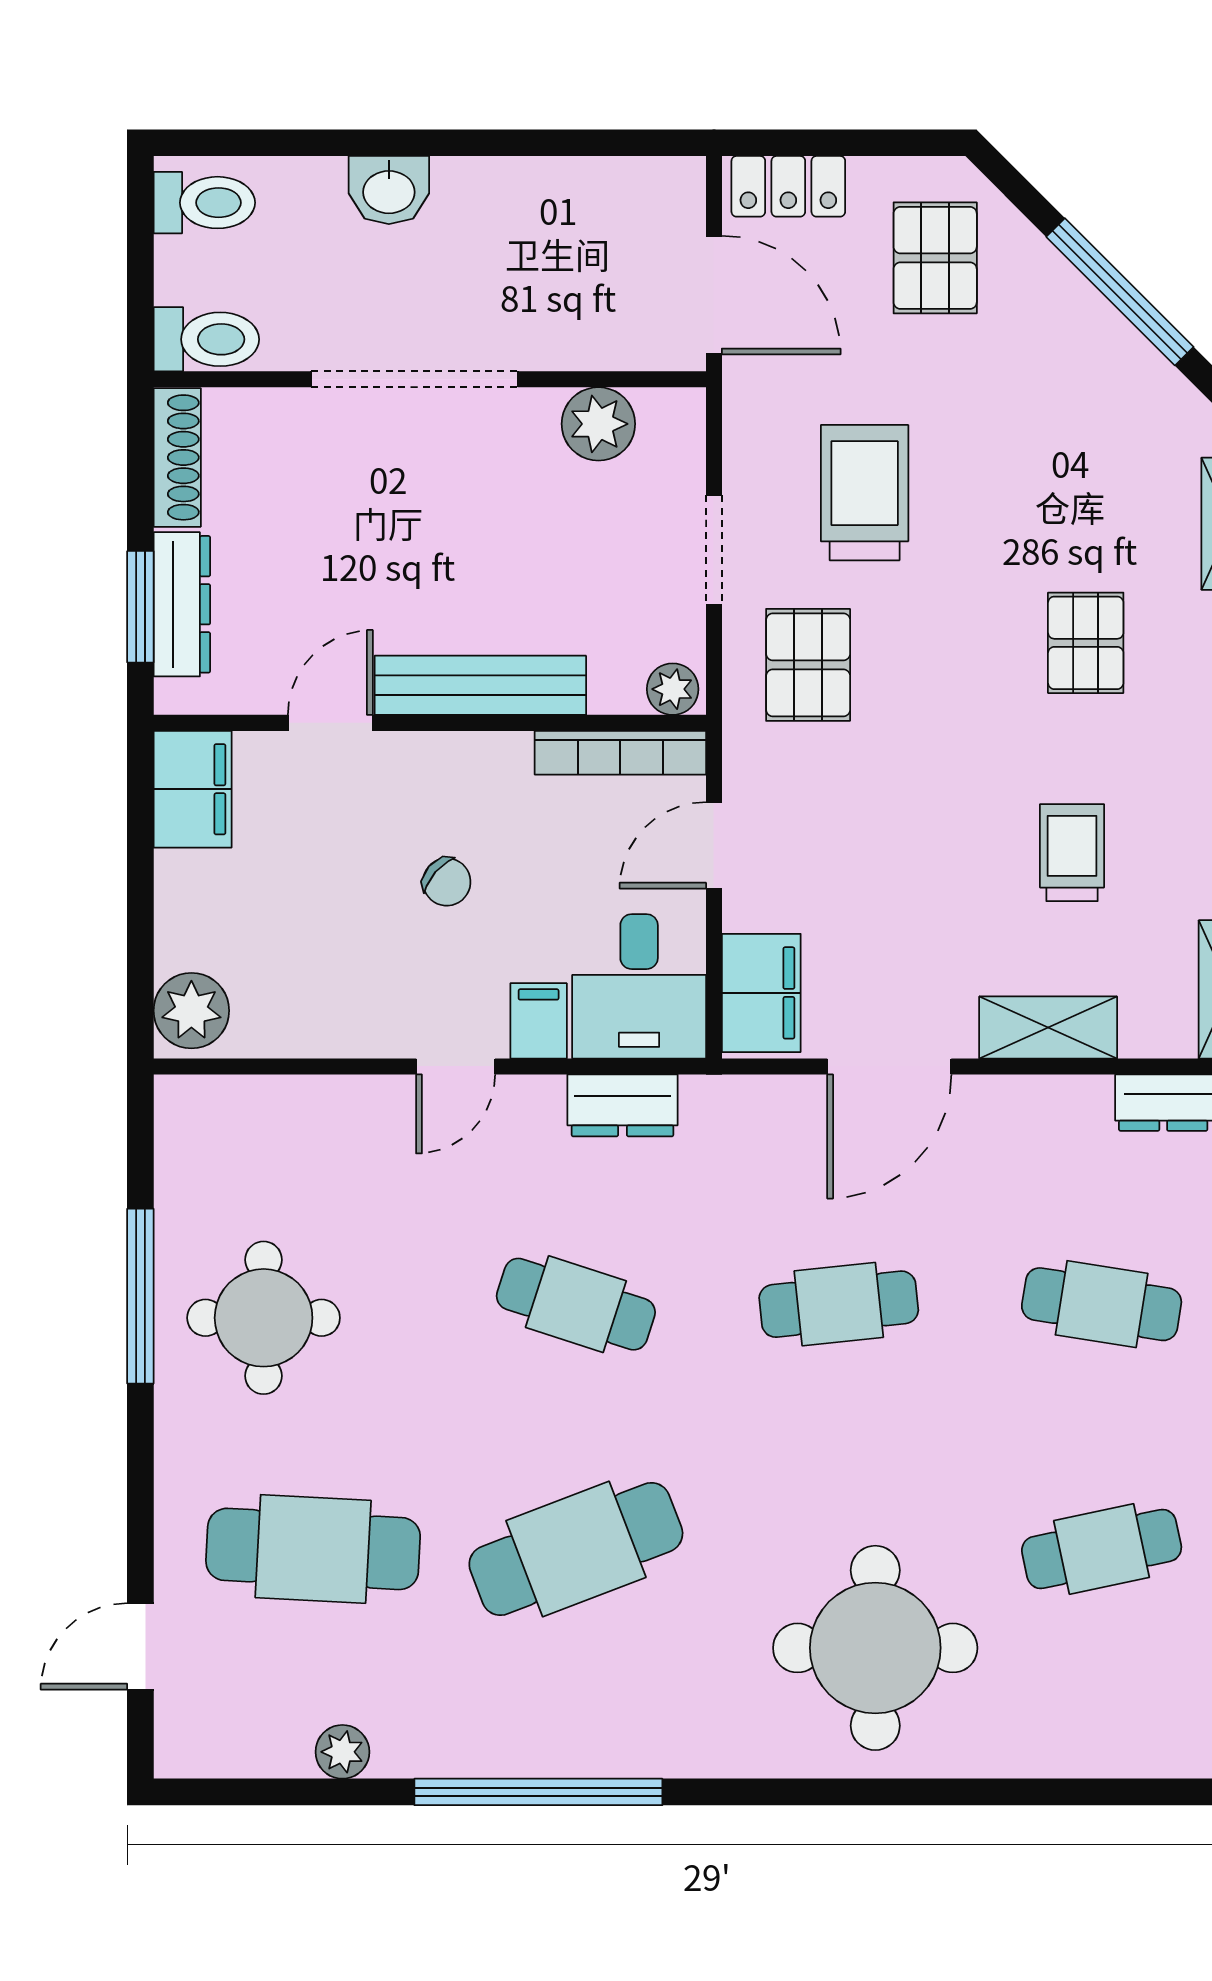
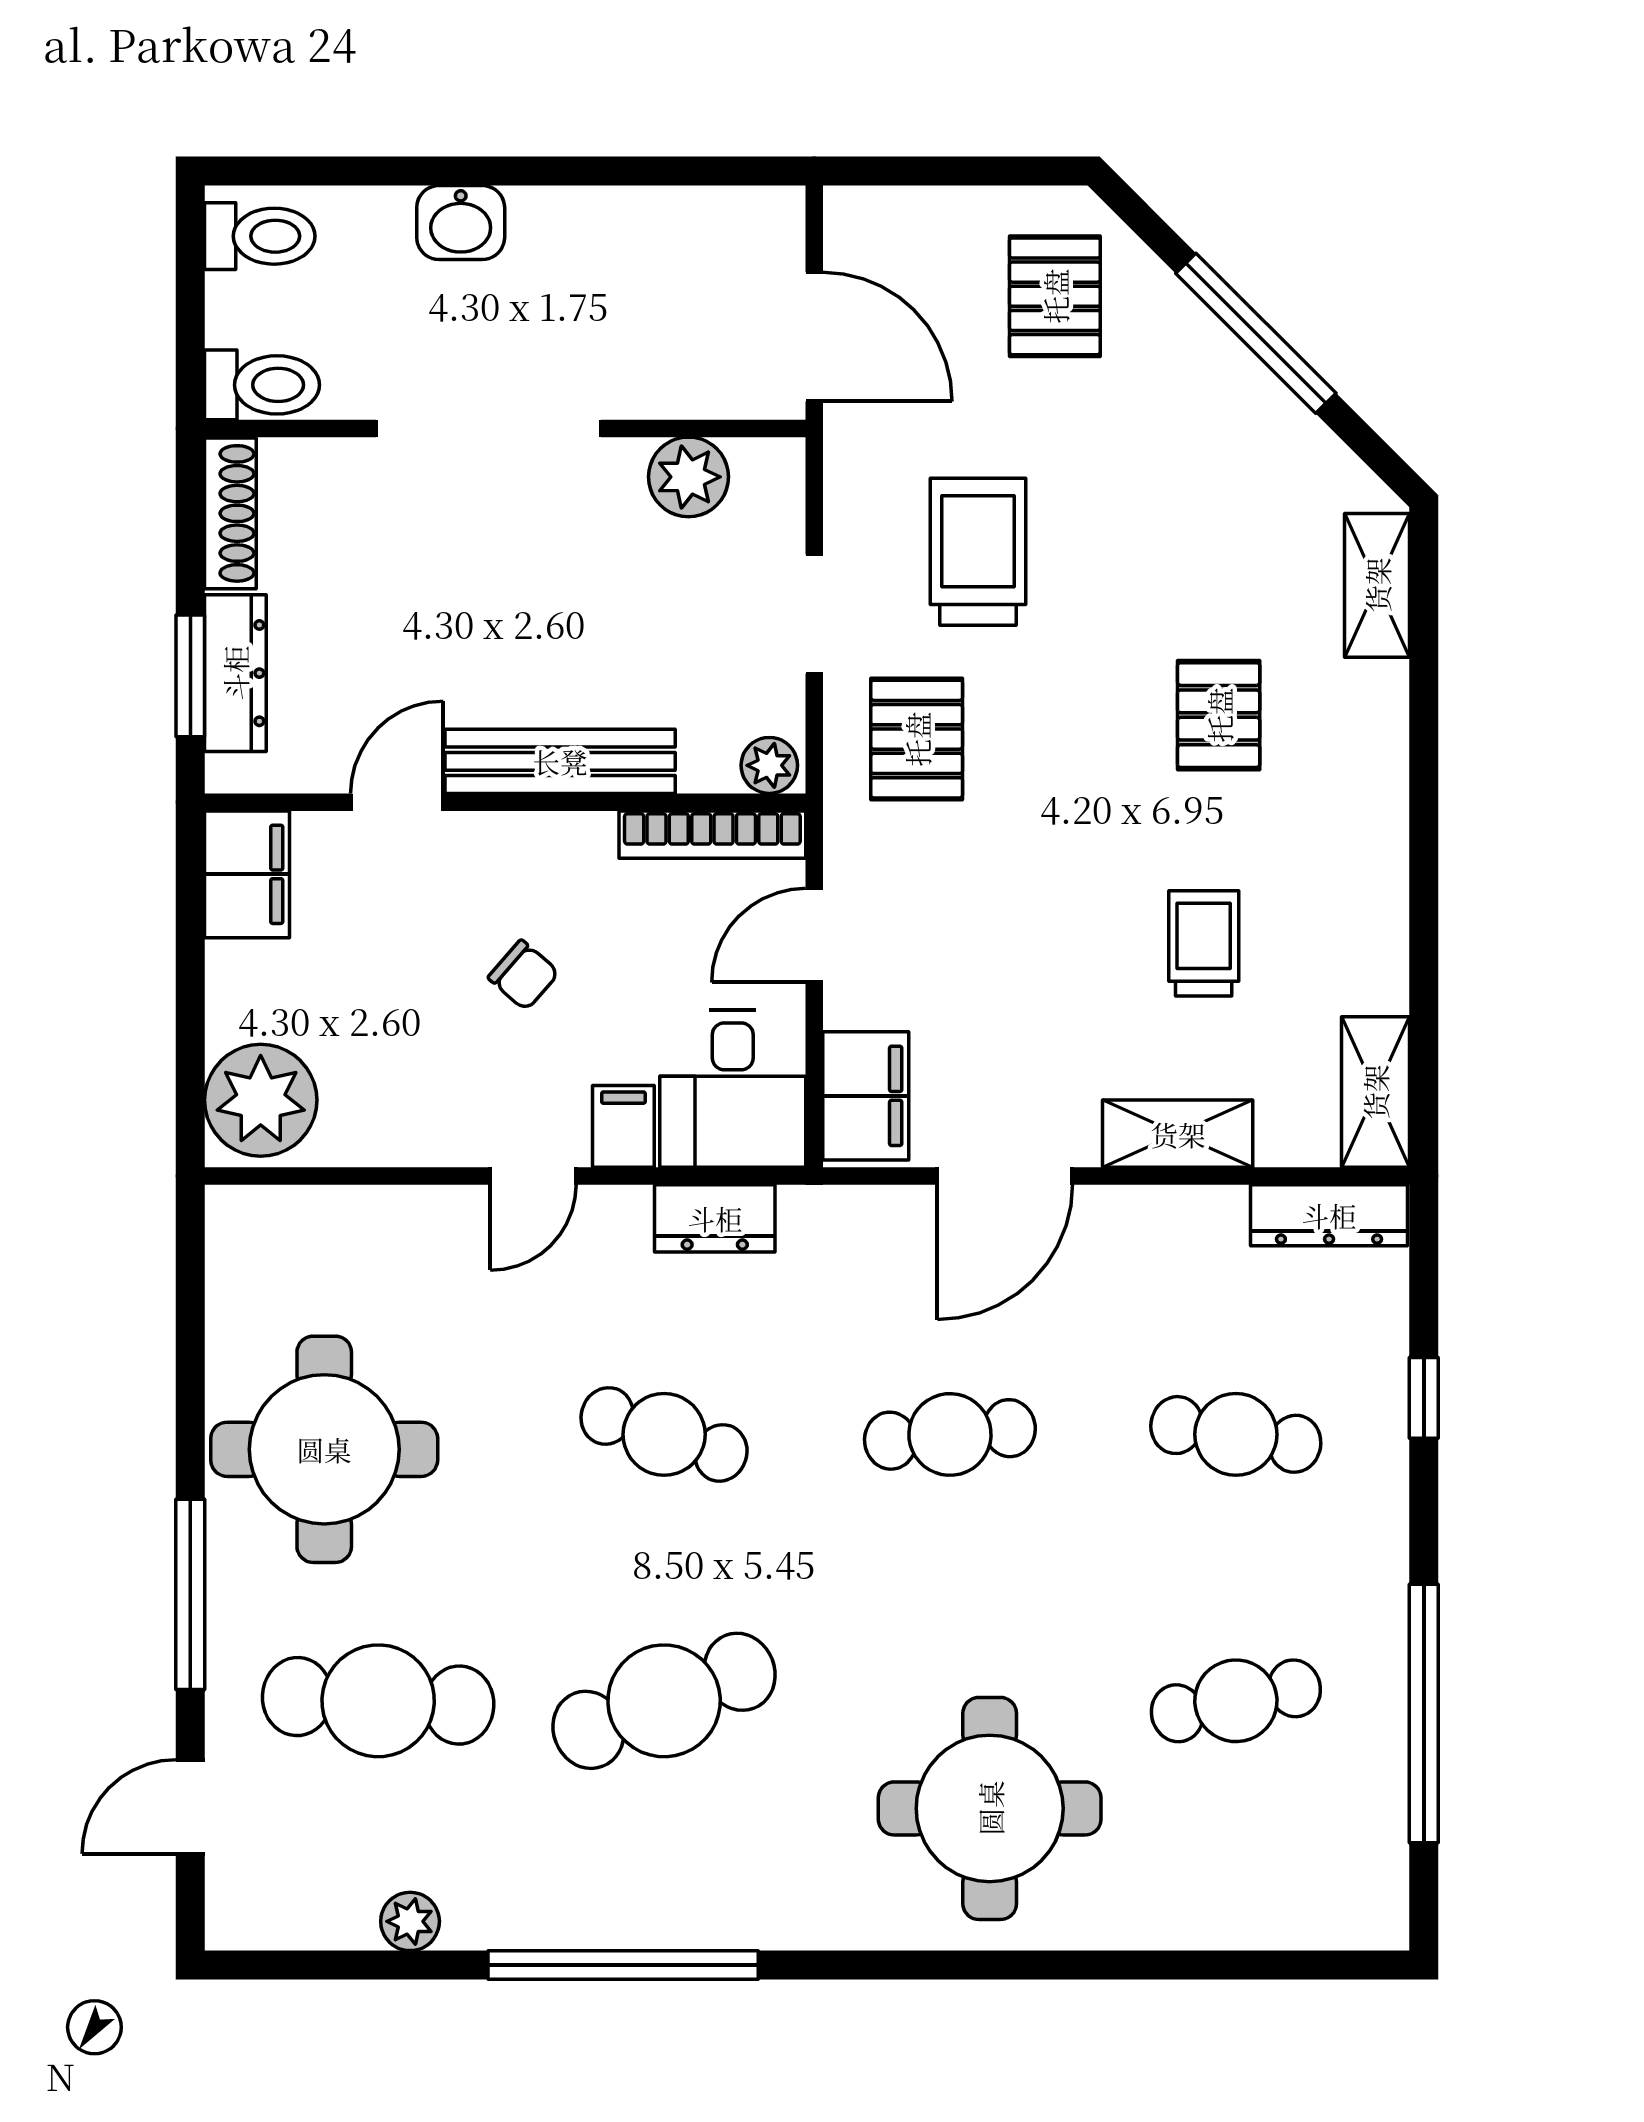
locker: (788, 186) -> (895, 218), removed
plant: (191, 1011) -> (261, 1100), width x1.36, depth x1.36
window: (140, 1296) -> (190, 1594), moved
round table: (264, 1318) -> (324, 1449), width x1.36, depth x1.36

